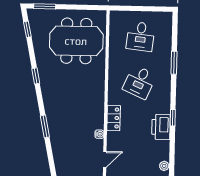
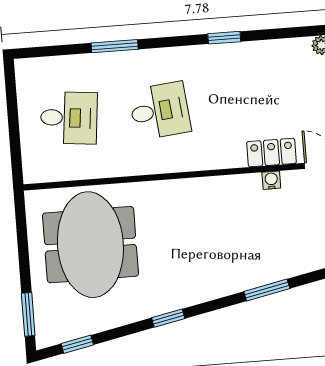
desk: (140, 82) -> (160, 111), turned -30
locker: (114, 118) -> (271, 153), moved
printer: (161, 127) -> (245, 59), removed

